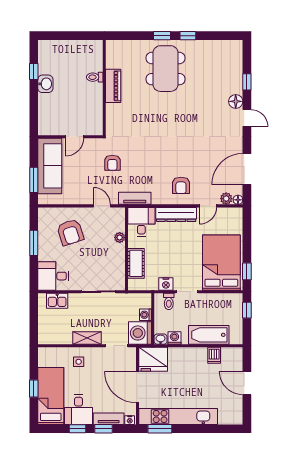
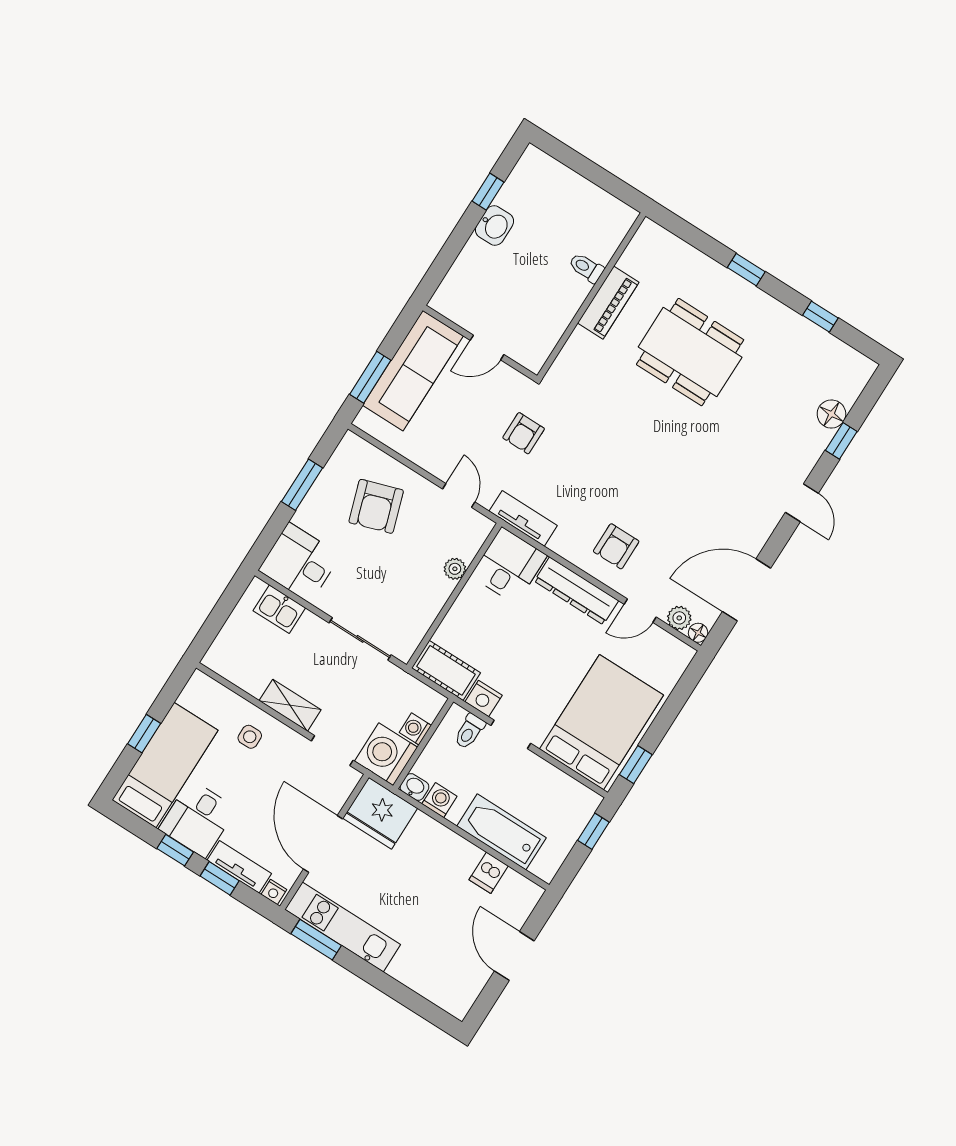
window: (188, 36) -> (820, 317), moved
dining table: (165, 69) -> (690, 352), moved, turned 90
floor lamp: (236, 101) -> (831, 414), moved
cot: (136, 263) -> (446, 670), moved, turned 90
kitchen unit: (178, 416) -> (343, 927), width x0.73

